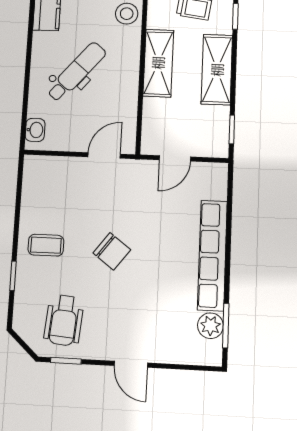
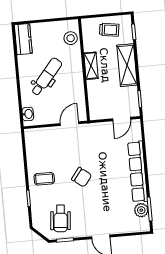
shelving: (158, 63) -> (91, 66), width x0.67, depth x0.75
door: (175, 158) -> (122, 119), moved

